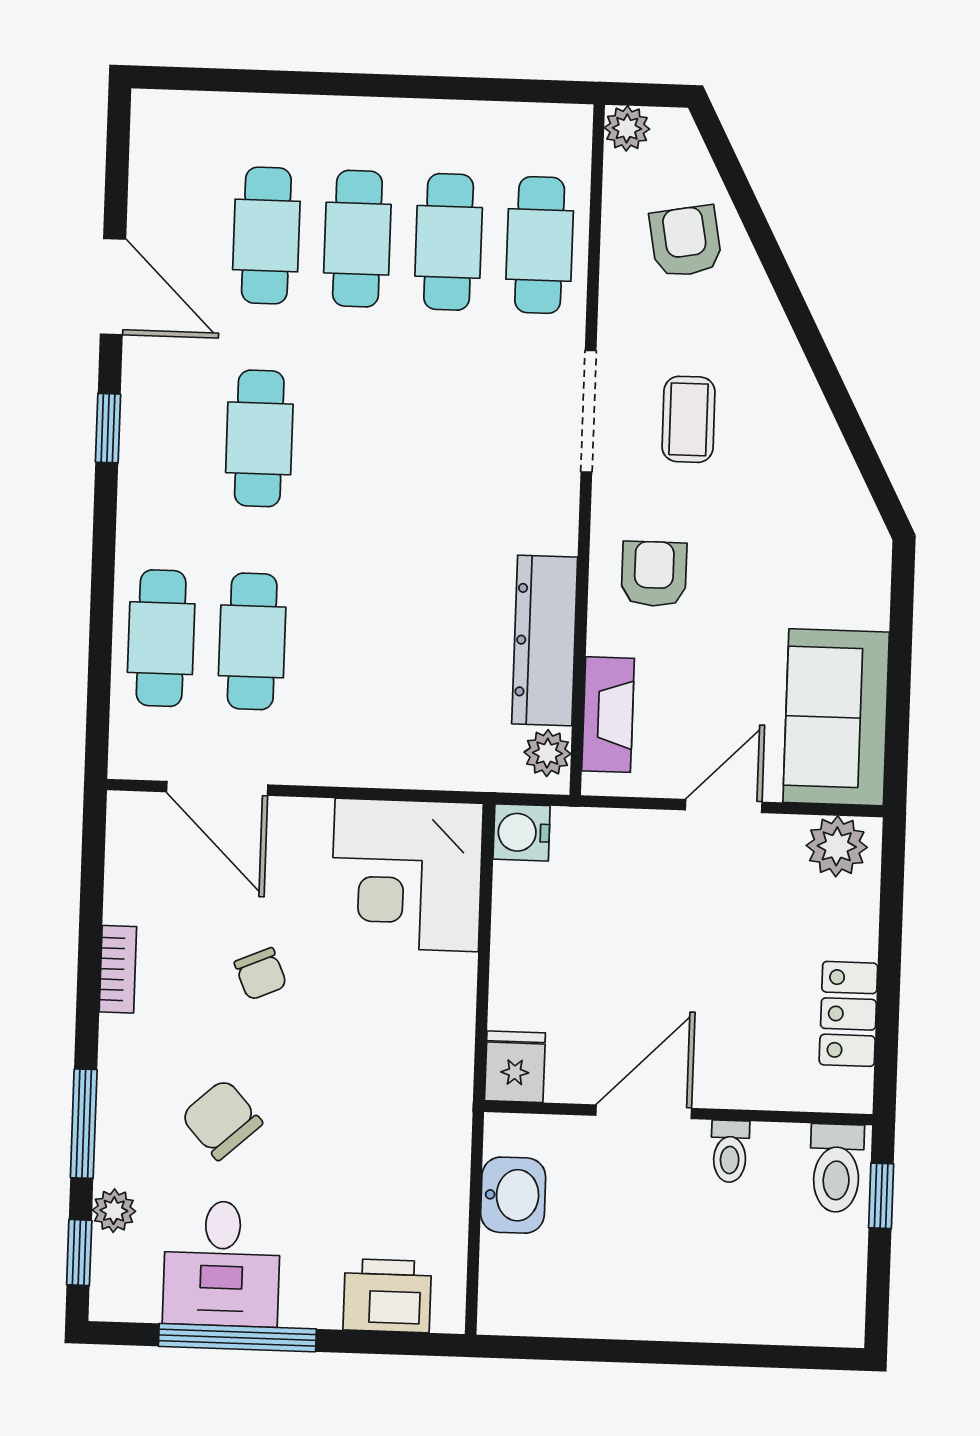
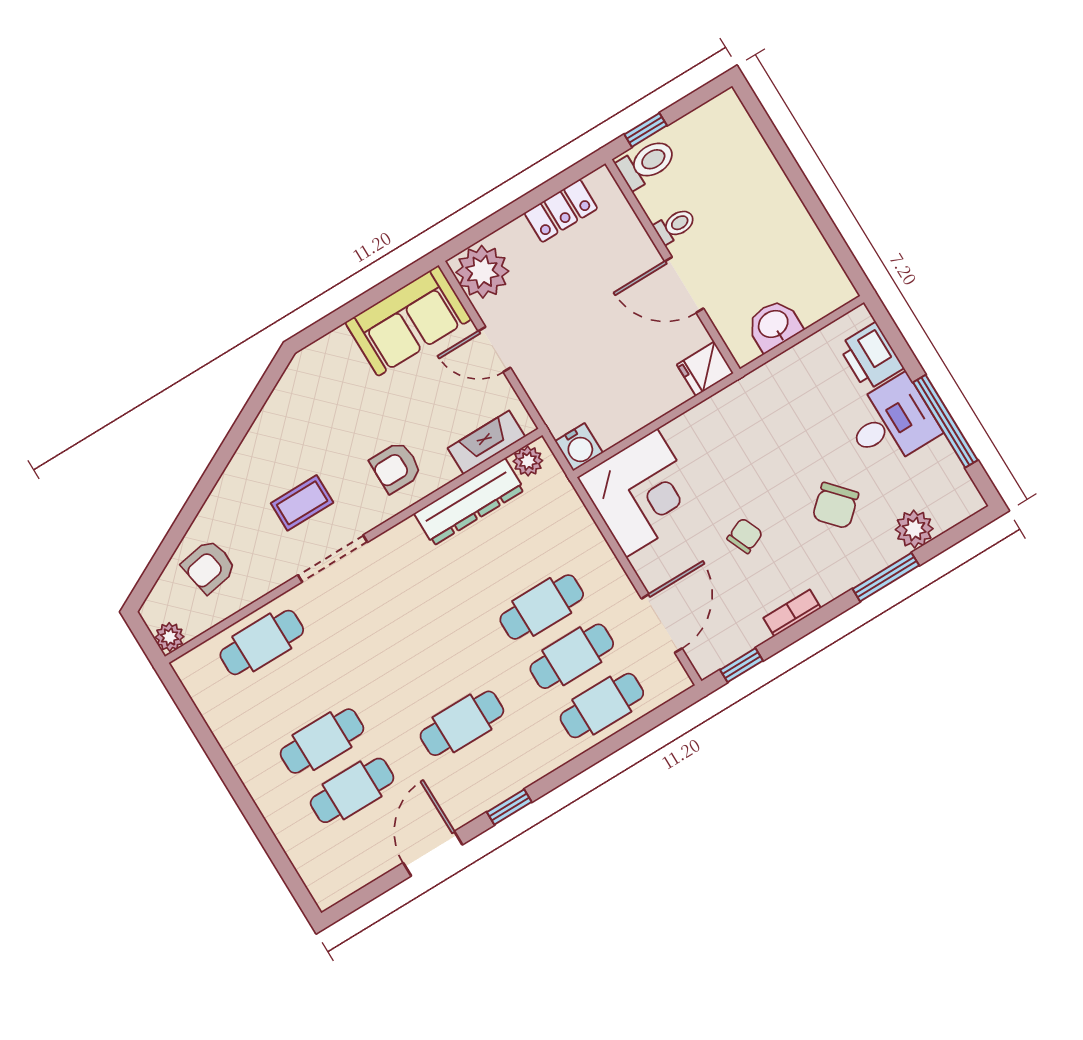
cafe table: (449, 242) -> (542, 607), moved
plant: (837, 846) -> (482, 272), width x1.36, depth x1.36
plant: (114, 1211) -> (914, 529), width x1.38, depth x1.38
window: (79, 1253) -> (742, 665), moved
desk: (222, 1264) -> (891, 422), moved

